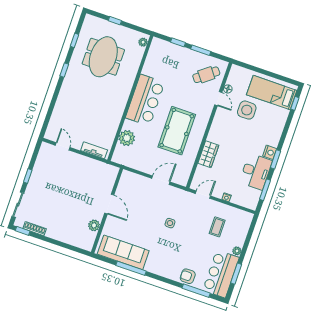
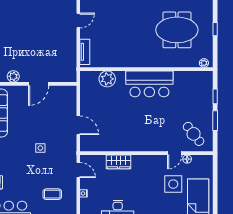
pool table: (177, 131) -> (131, 124), removed

